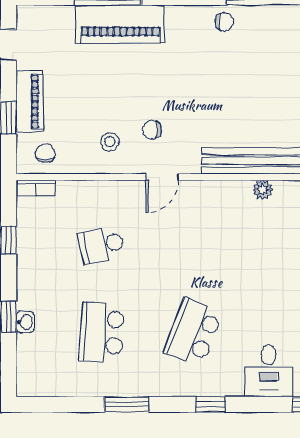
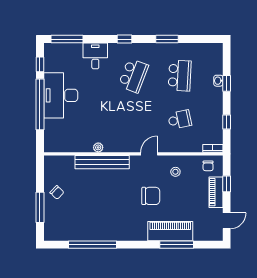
chair: (224, 22) -> (118, 232), removed
chair: (152, 130) -> (151, 196), moved, width x1.87, depth x1.87

